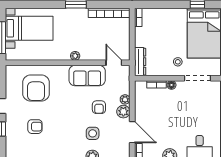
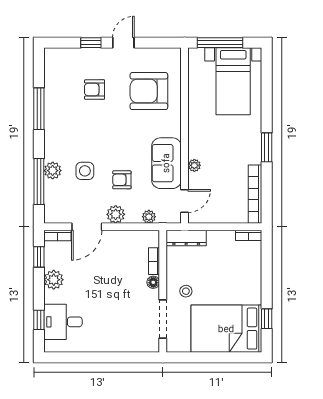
plant: (75, 56) -> (194, 165), moved
plant: (125, 99) -> (149, 217), moved
armchair: (35, 127) -> (95, 90), turned 90

